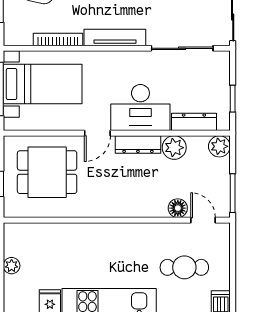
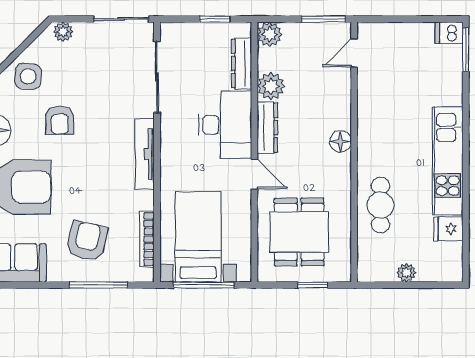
bookcase: (58, 39) -> (147, 239), moved
floor lamp: (178, 208) -> (340, 141), moved
cafe table: (184, 267) -> (380, 205), moved

